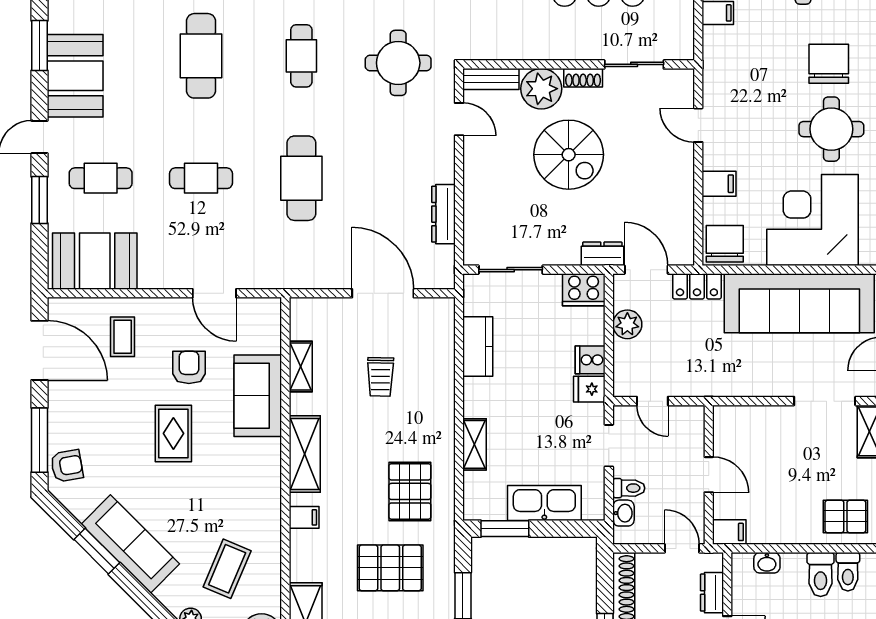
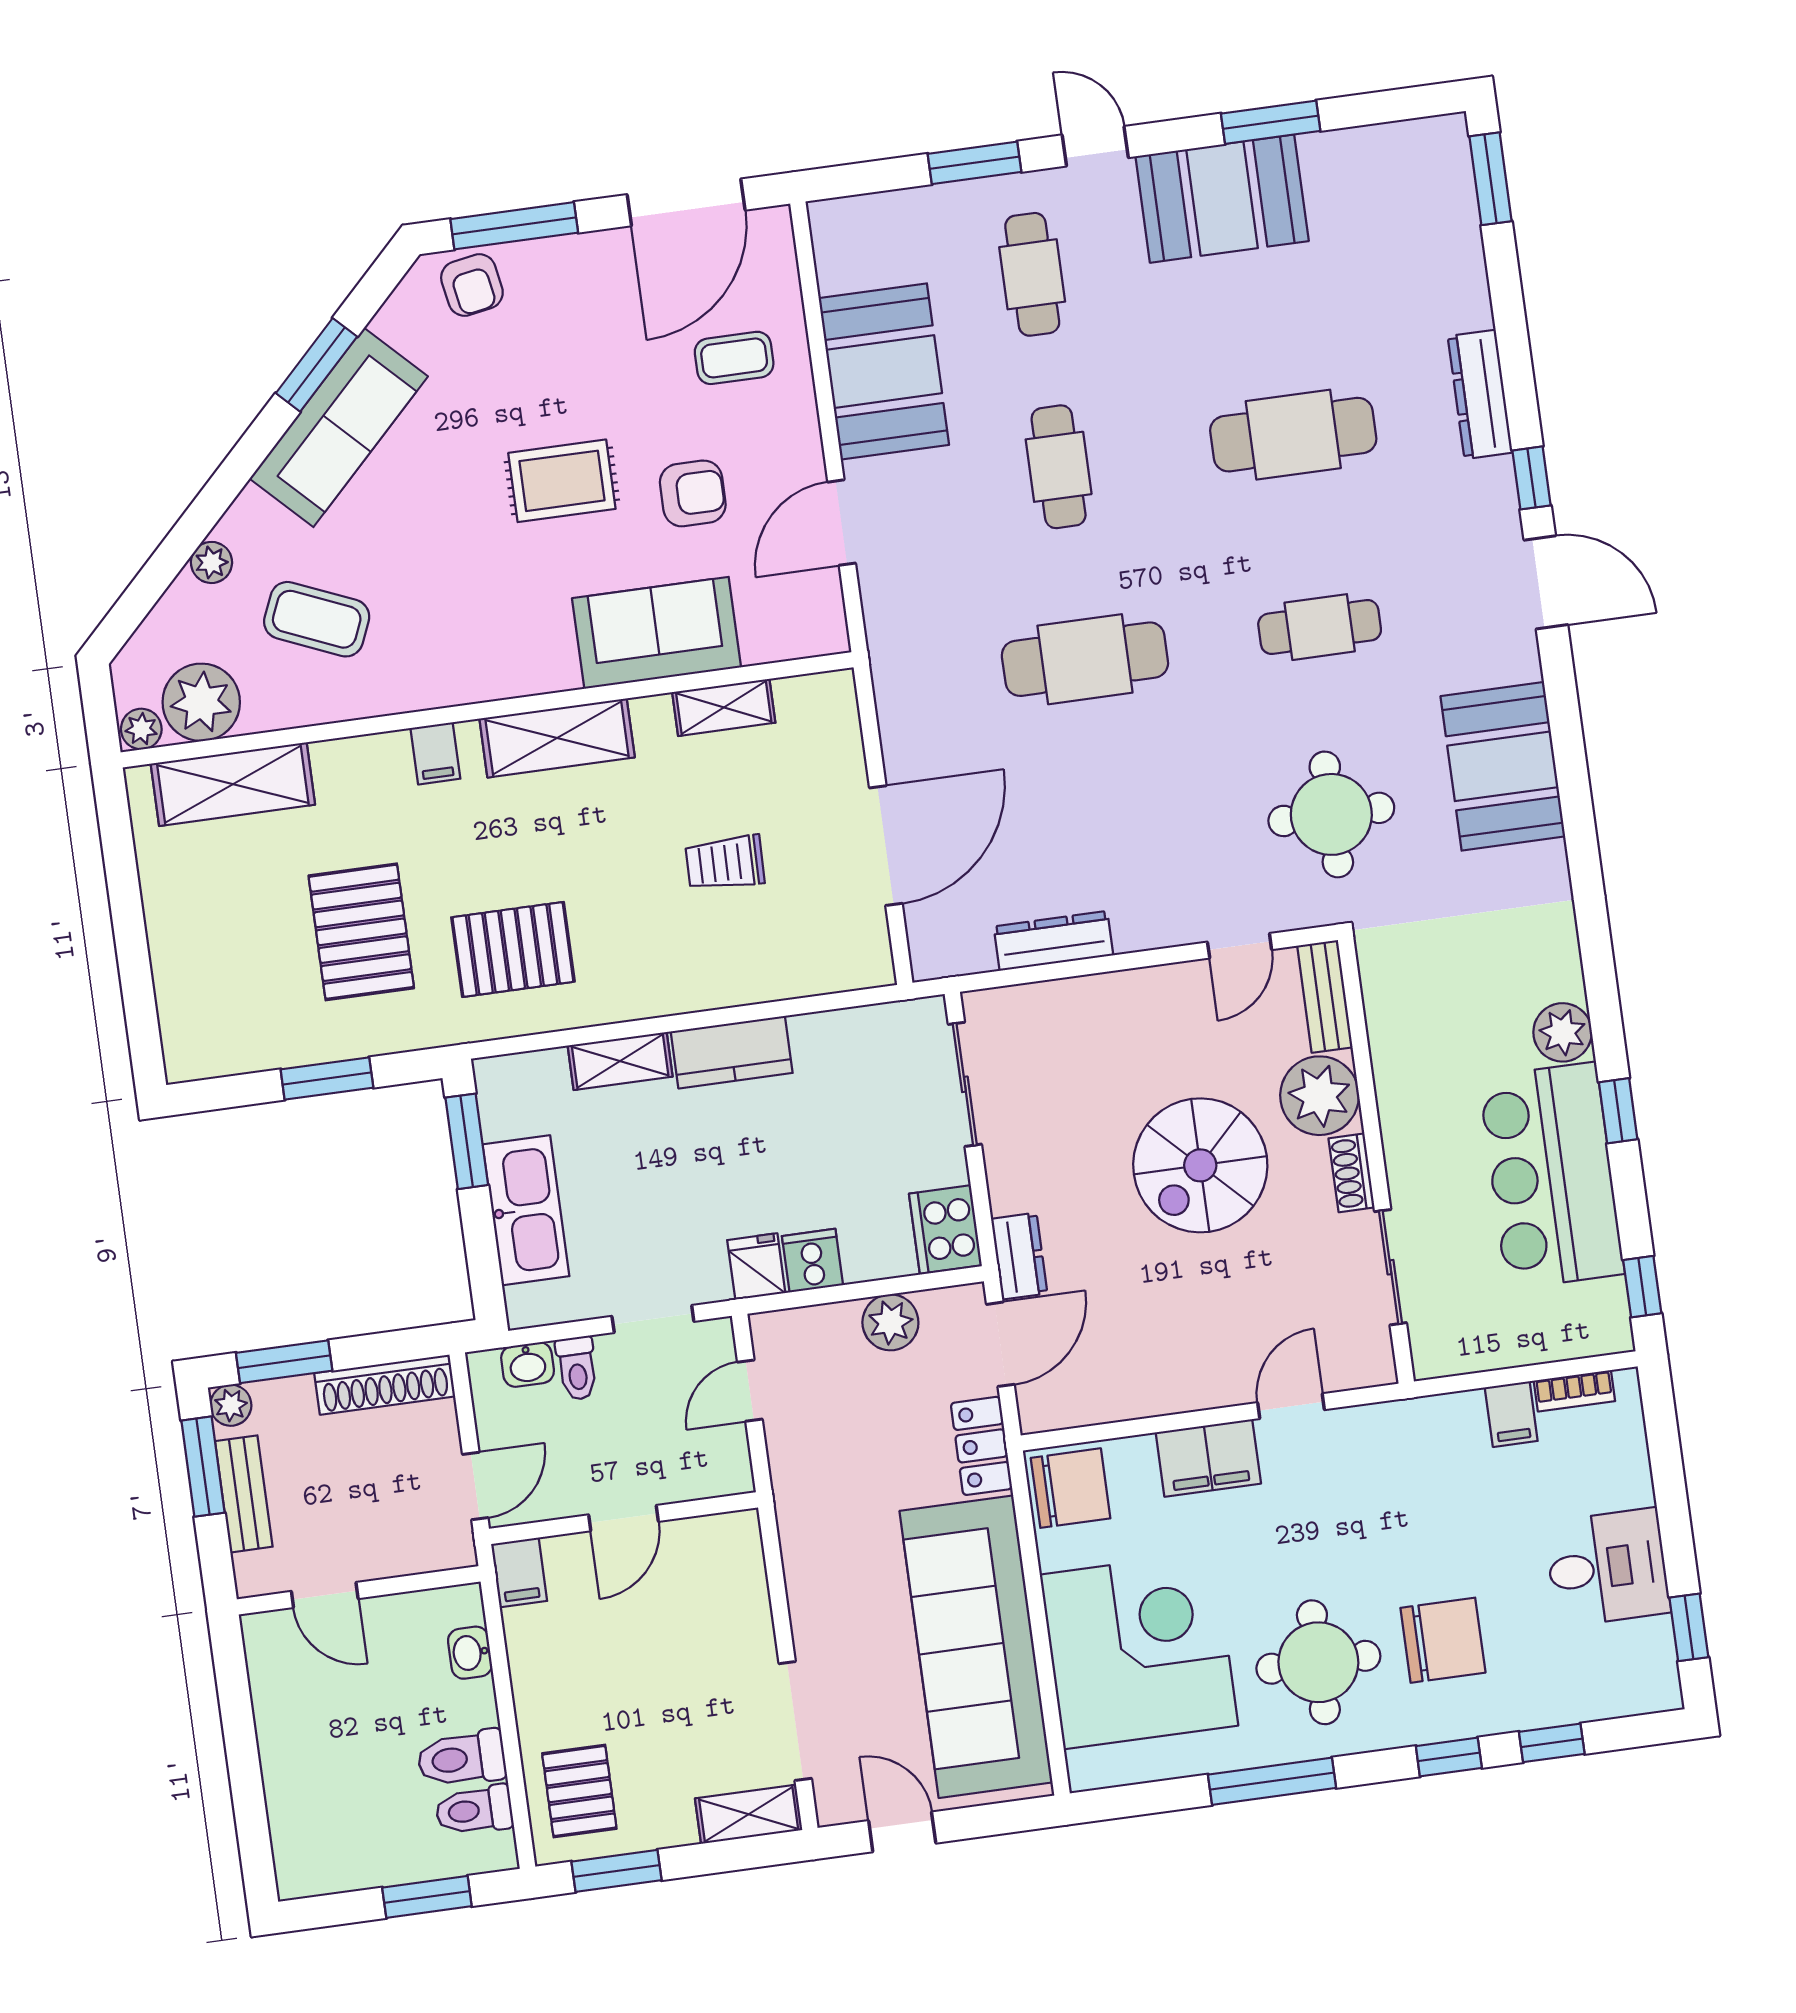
filing cabinet: (719, 184) -> (1208, 1458), width x2.00
booth: (95, 261) -> (884, 372), moved
kitchen counter: (478, 346) -> (732, 1052), moved
dresser: (712, 593) -> (398, 1555), removed

